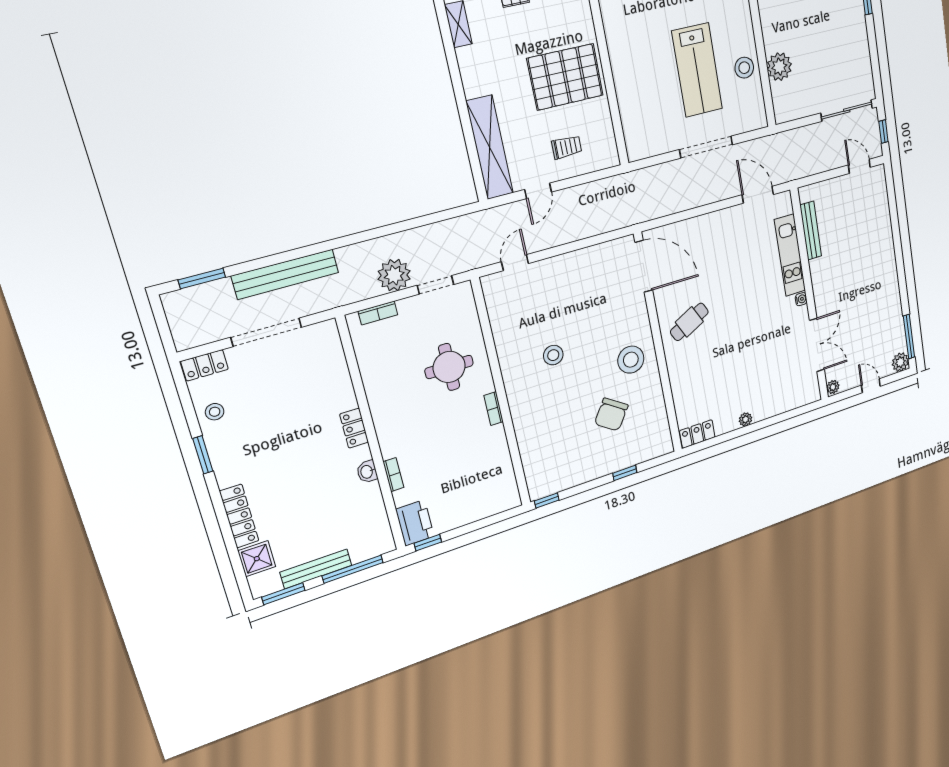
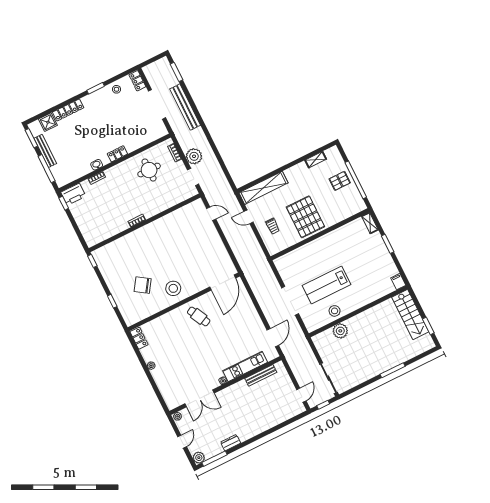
dresser: (894, 305) -> (231, 443), added
stool: (553, 355) -> (169, 245), removed
round table: (449, 367) -> (149, 170), moved

